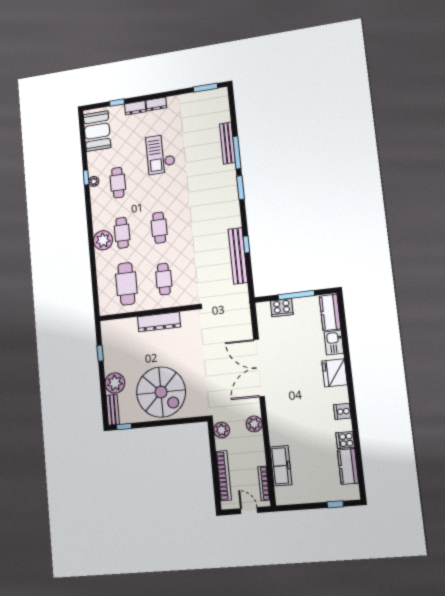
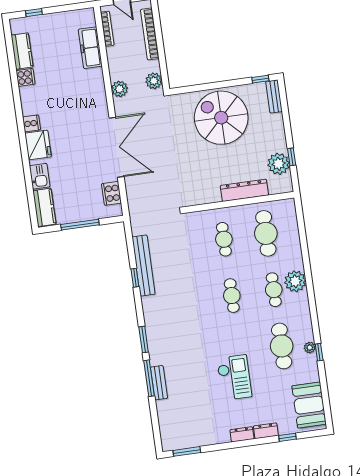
bench: (227, 143) -> (159, 383), width x0.73
cafe table: (118, 183) -> (282, 346), width x1.37, depth x1.35
cooker: (282, 308) -> (111, 193), moved, turned -90
dresser: (159, 322) -> (244, 190), moved
plant: (115, 383) -> (279, 164), moved
cooker: (342, 411) -> (32, 123), moved

